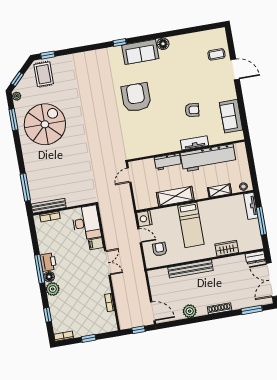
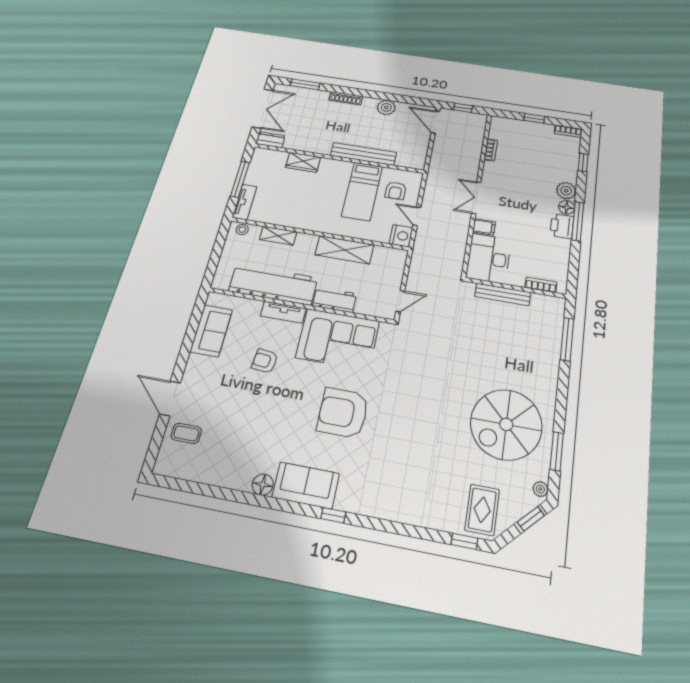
armchair: (136, 97) -> (343, 413), turned 90
corner sofa: (156, 138) -> (338, 339), added
bench: (49, 206) -> (503, 294), moved
bed: (191, 225) -> (362, 191), moved, turned 180

